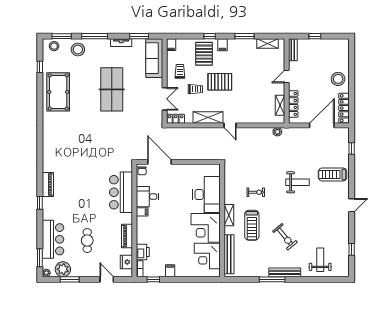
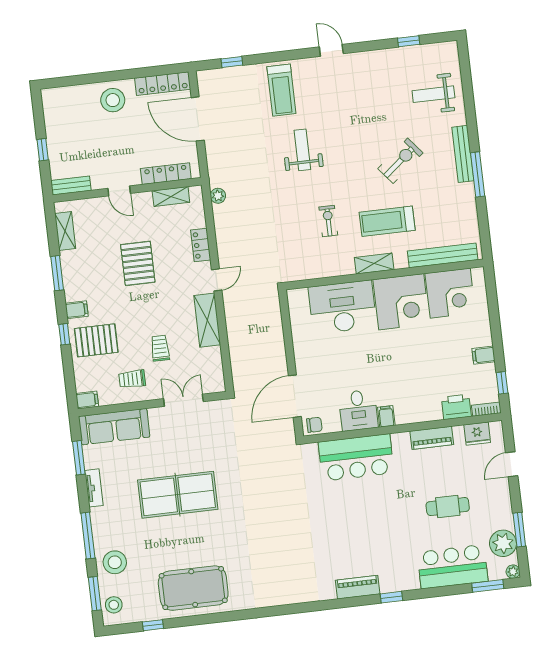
pallet: (220, 82) -> (138, 263), moved
locker: (176, 119) -> (201, 245), moved
treadmill: (252, 225) -> (387, 221), turned 180

